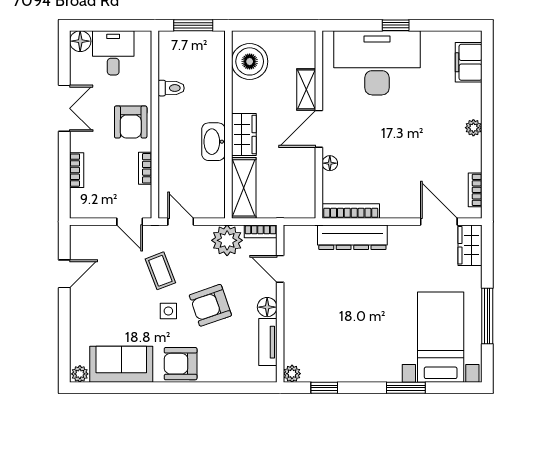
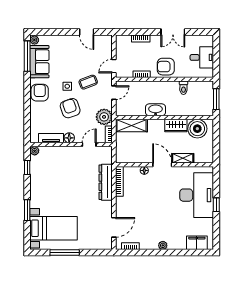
floor lamp: (80, 41) -> (208, 40), removed
wardrobe: (244, 135) -> (176, 126), moved
wardrobe: (470, 245) -> (101, 244), removed
window: (111, 388) -> (27, 56), added

